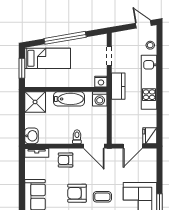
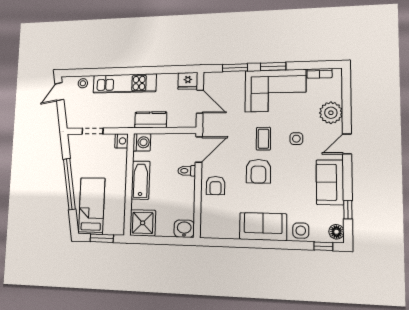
kitchen counter: (118, 86) -> (151, 120), moved
tv unit: (37, 153) -> (206, 223), removed
window: (160, 174) -> (235, 68), added

